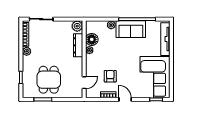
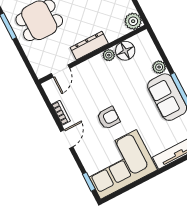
dresser: (78, 45) -> (89, 46), moved
armchair: (110, 76) -> (108, 118), moved
door: (84, 83) -> (60, 71), hinge flipped

